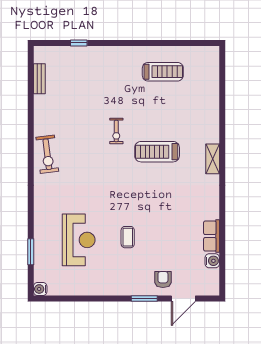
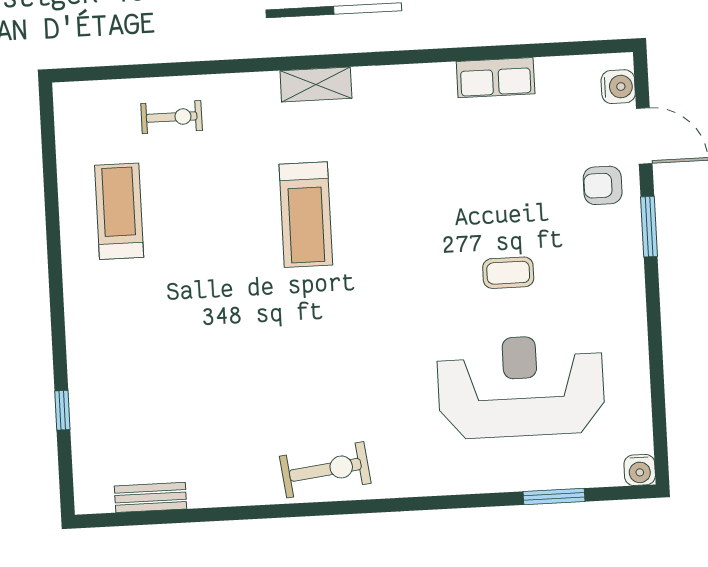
exercise bike: (116, 131) -> (172, 117), moved
reception desk: (79, 240) -> (521, 386), width x1.36, depth x1.30
water cooler: (212, 261) -> (618, 87), moved, turned 90

